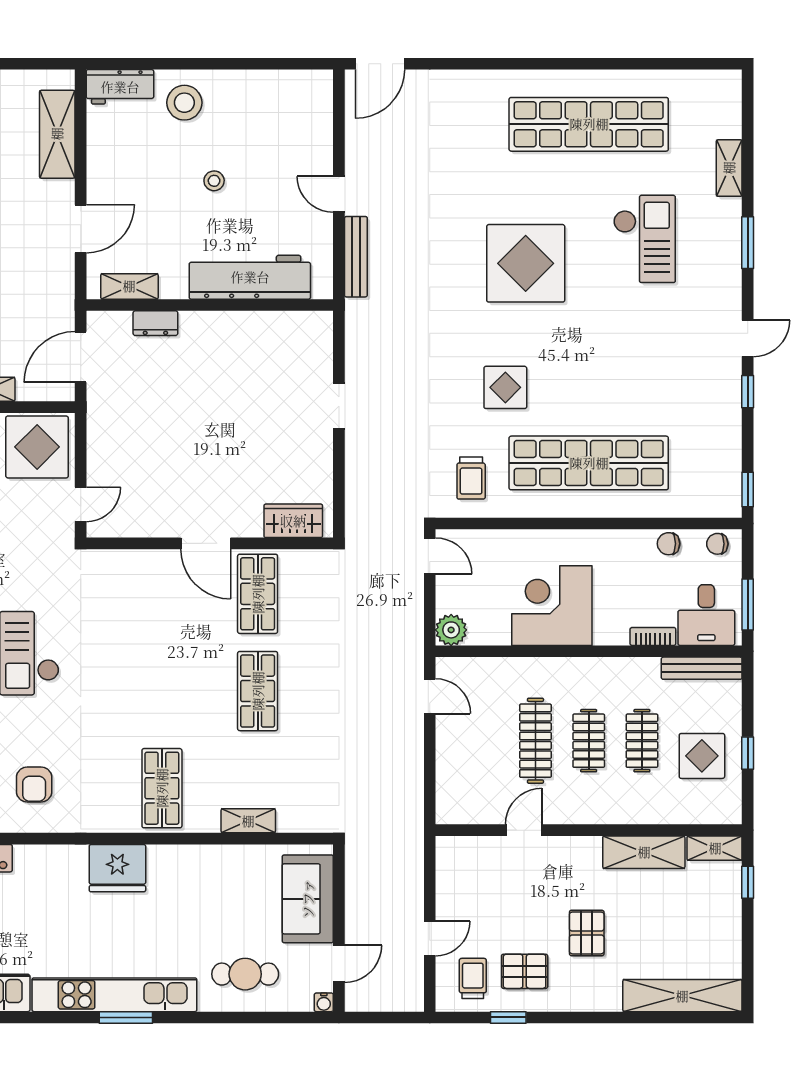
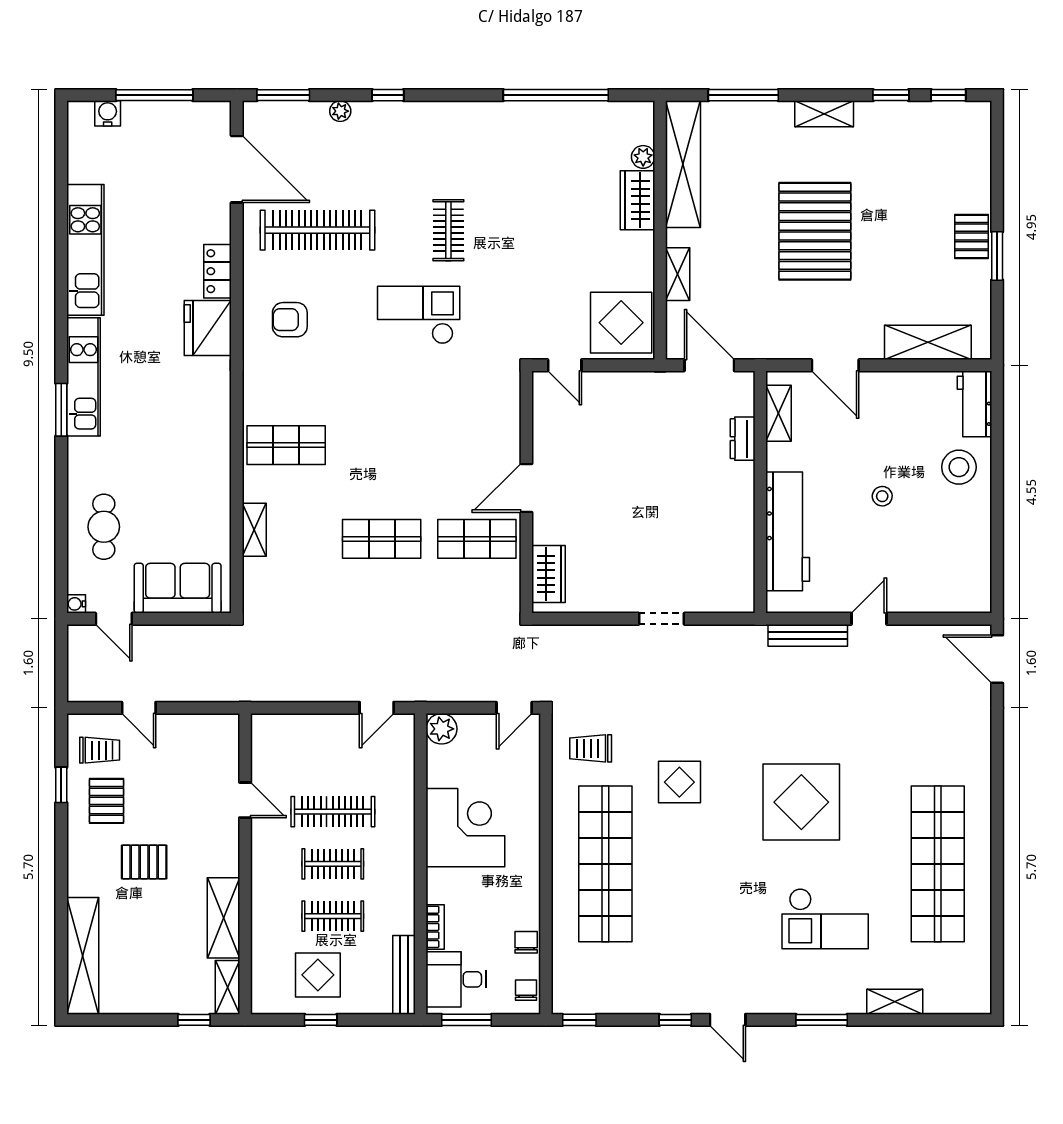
fridge: (117, 868) -> (208, 328), moved
kitchen unit: (114, 995) -> (84, 377), width x0.73

